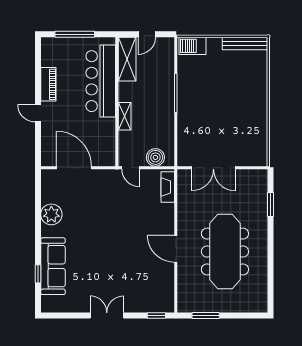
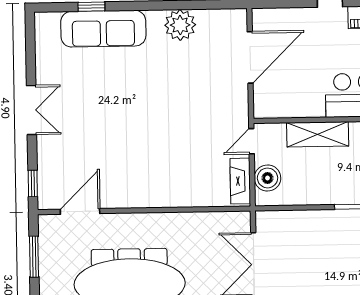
shelving: (125, 116) -> (318, 134), width x1.50, depth x1.33
fireplace: (168, 187) -> (240, 181), moved, turned -90
door: (176, 249) -> (80, 211), moved

